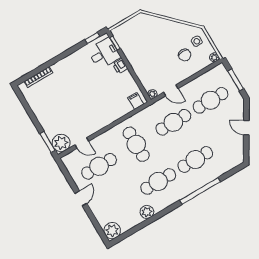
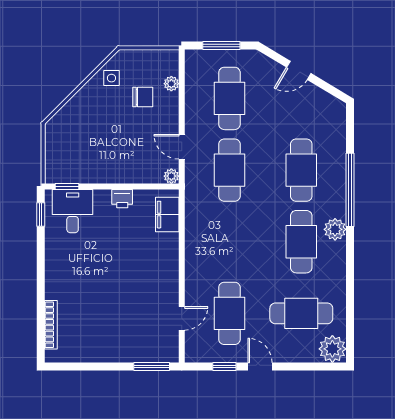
side table: (197, 41) -> (111, 78), moved
plant: (214, 57) -> (171, 84), moved
printer: (120, 66) -> (122, 199), moved
door: (171, 90) -> (182, 147), swing flipped
filing cabinet: (136, 101) -> (167, 215), width x2.00
plant: (61, 143) -> (164, 348), removed
cafe table: (136, 144) -> (301, 313), moved
window: (70, 180) -> (224, 366), added
plant: (147, 212) -> (335, 229), moved

